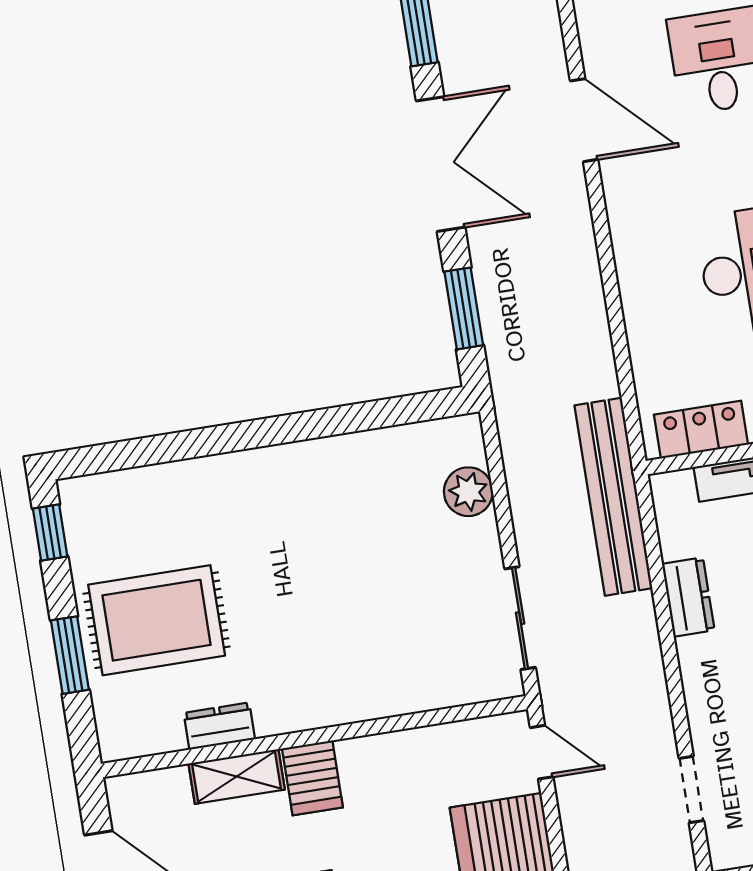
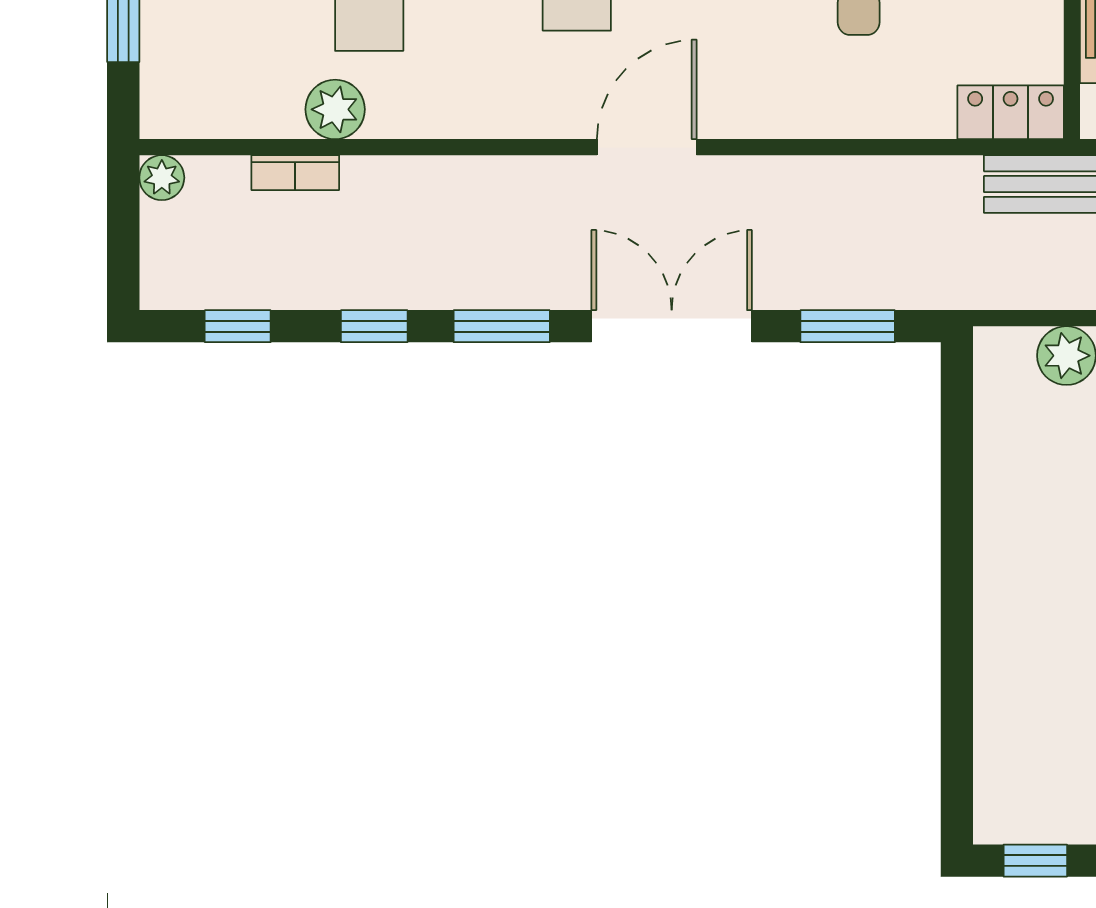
locker: (701, 430) -> (1011, 112), moved, turned 90

